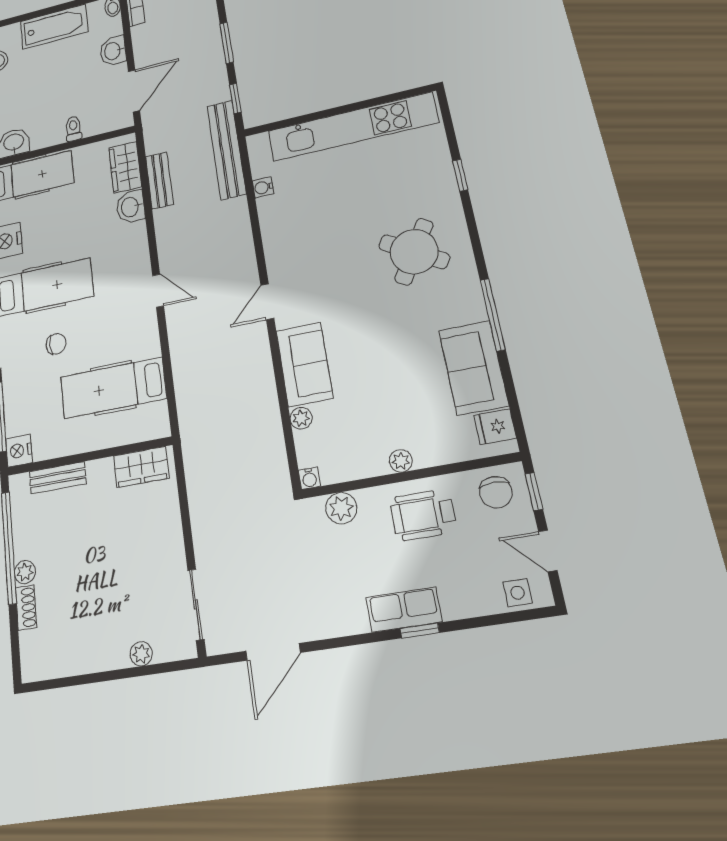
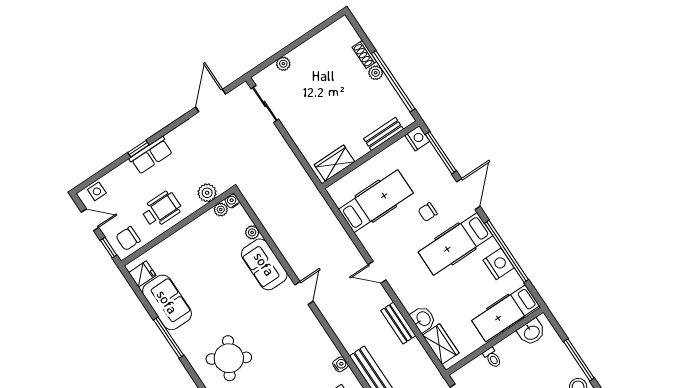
bench: (159, 180) -> (398, 323), moved
plant: (401, 461) -> (221, 210), moved
chair: (496, 492) -> (128, 238), turned -90

